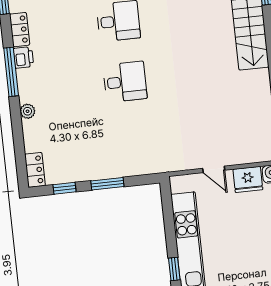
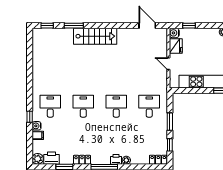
printer: (23, 58) -> (116, 159), moved
desk: (132, 143) -> (149, 106), added
door: (214, 169) -> (168, 64), swing flipped

